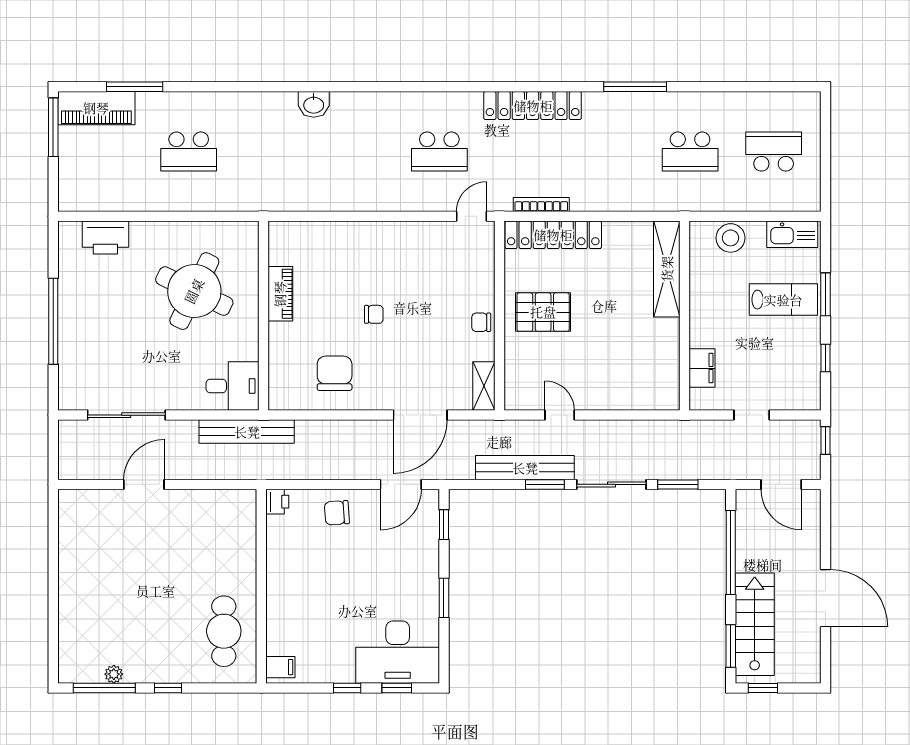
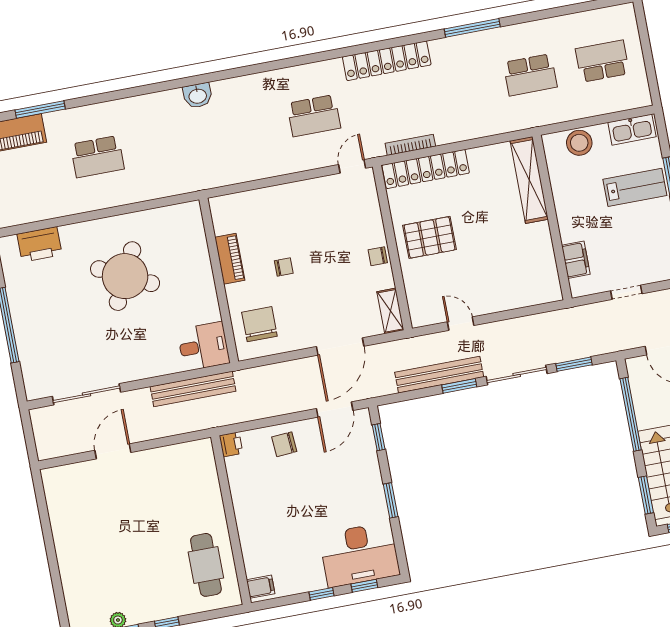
piano: (280, 294) -> (230, 259), moved
wall: (264, 316) -> (219, 280), moved
desk: (233, 386) -> (203, 346), moved

